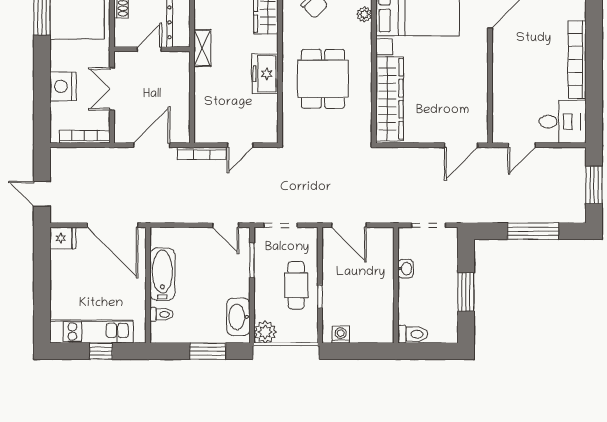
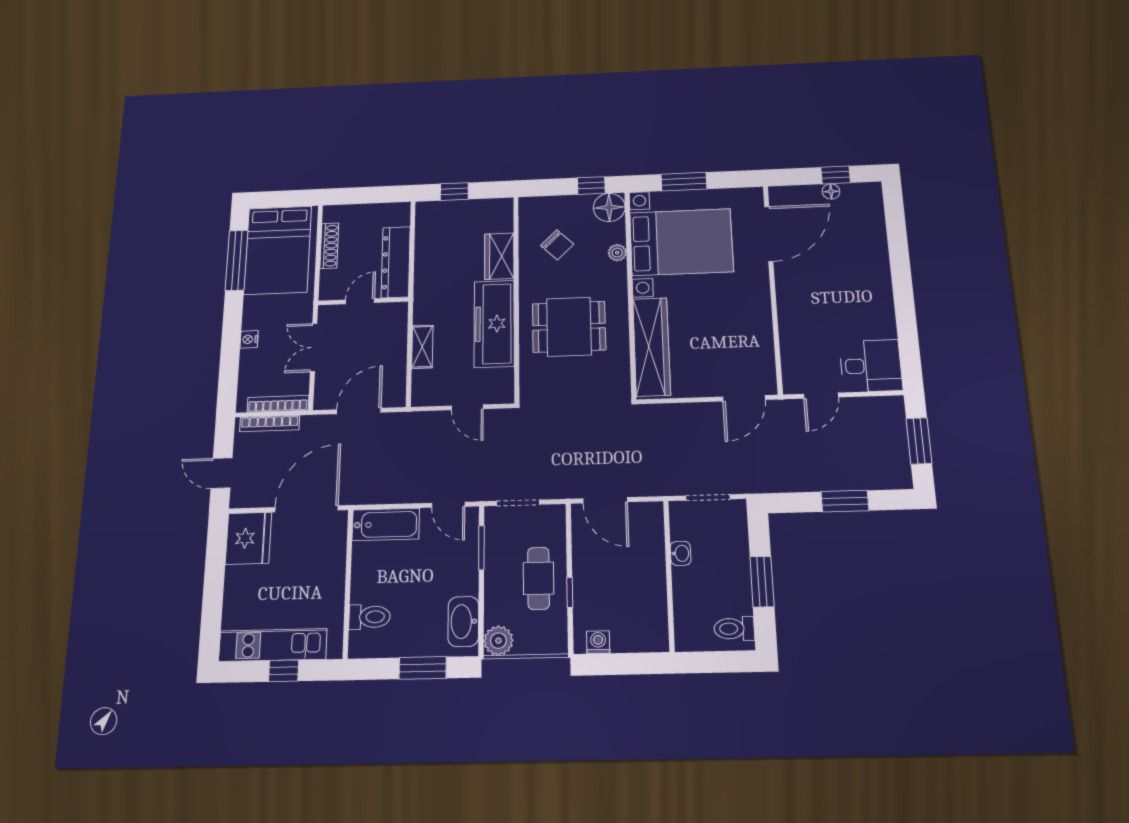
shelving: (202, 48) -> (422, 347), moved
bookcase: (577, 59) -> (882, 293), removed
freezer: (265, 74) -> (494, 324), width x1.91, depth x1.26
dining table: (323, 79) -> (569, 327), turned 90
nightstand: (63, 86) -> (249, 339), width x0.53, depth x0.56
door: (240, 145) -> (467, 407), hinge flipped
bookcase: (202, 153) -> (270, 424), moved
door: (113, 225) -> (306, 509), swing flipped
window: (533, 231) -> (845, 501), width x0.69
fridge: (63, 238) -> (248, 538), width x1.88, depth x1.34
bathtub: (162, 274) -> (386, 524), moved, turned 90
toilet: (161, 314) -> (370, 617), width x1.37, depth x1.39
toilet: (413, 334) -> (734, 629), moved, turned 180

